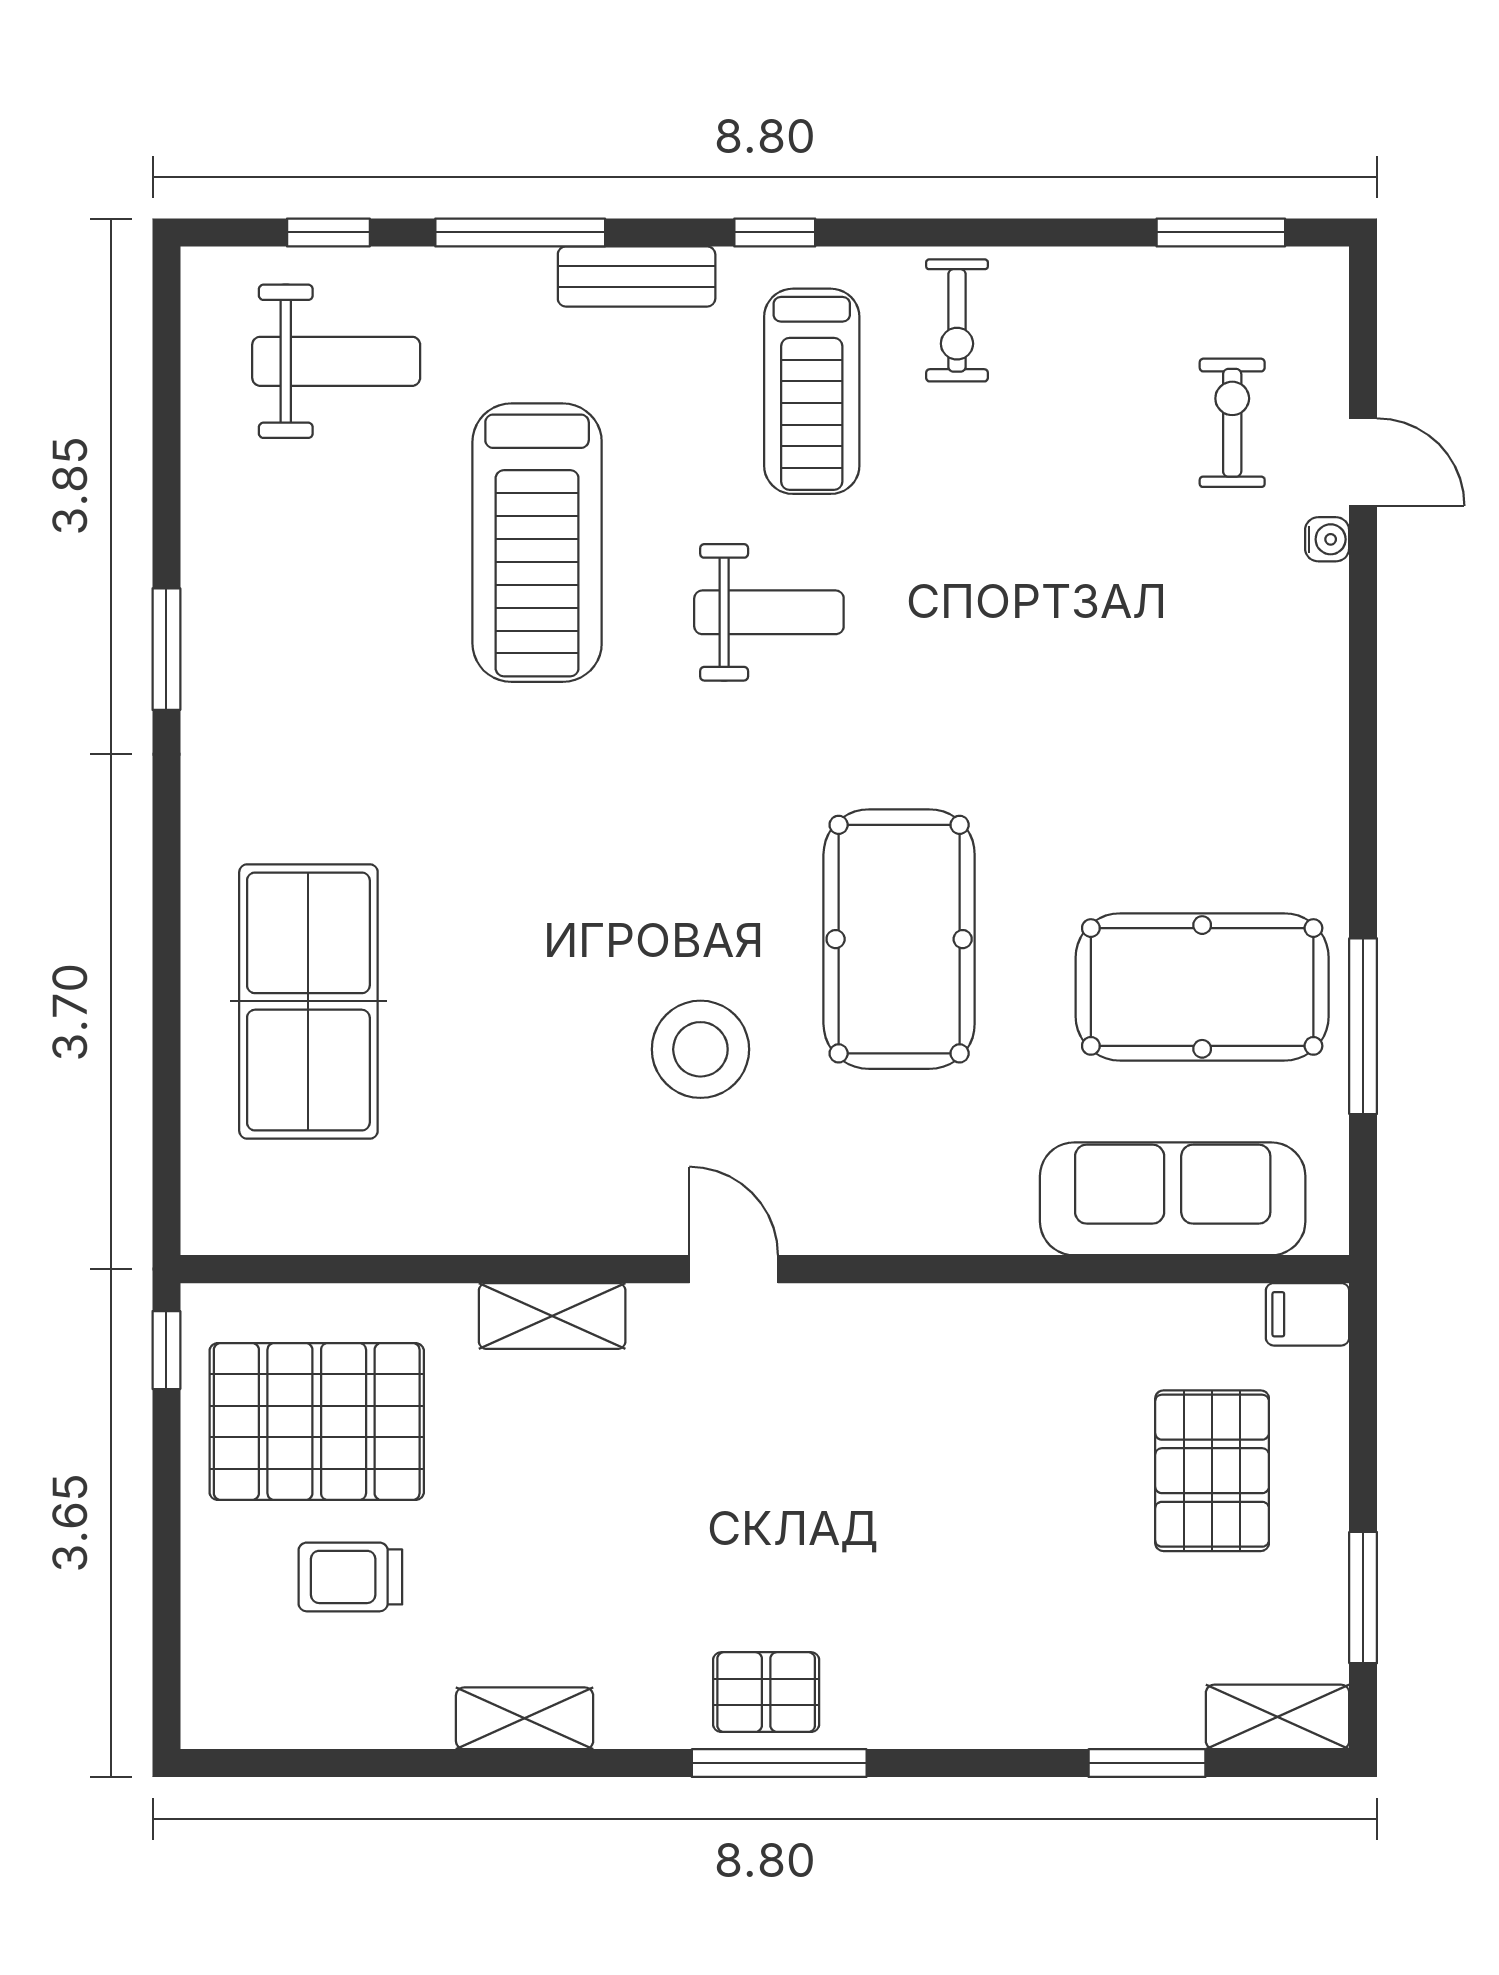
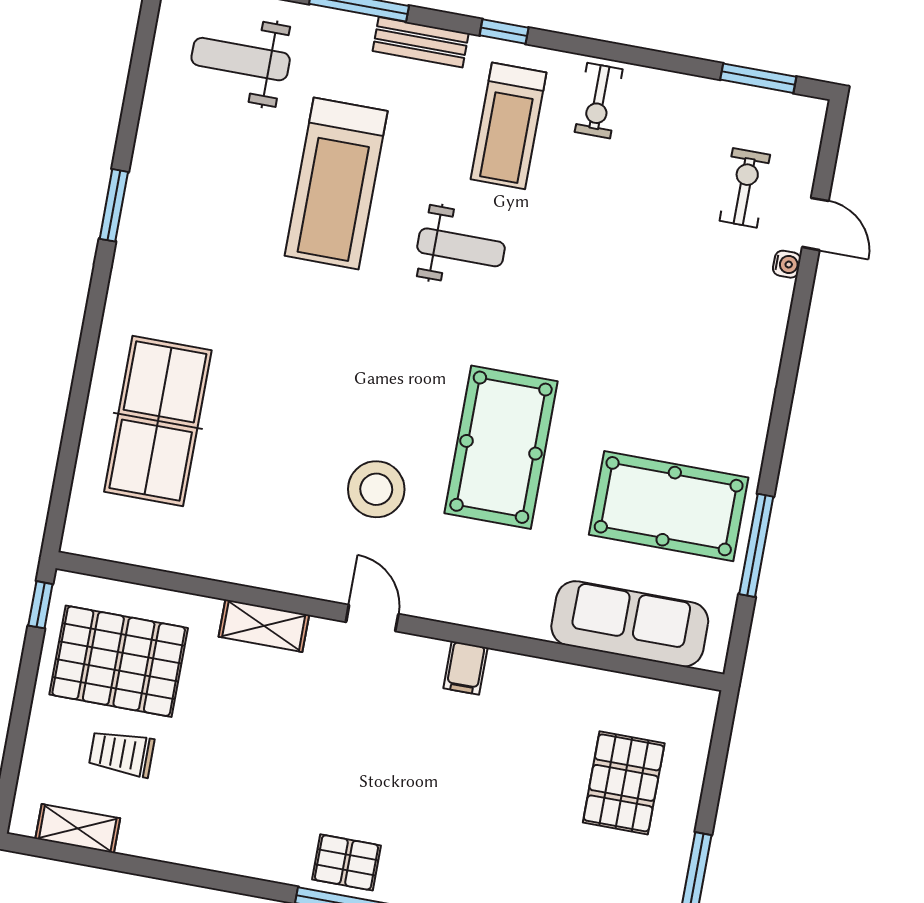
weight bench: (336, 361) -> (241, 59), turned 180
filing cabinet: (1307, 1314) -> (465, 668), moved, turned -90
shelving: (525, 1718) -> (78, 829), moved

